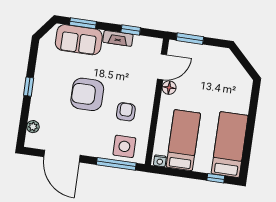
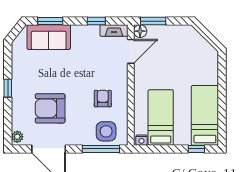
fireplace: (118, 38) -> (114, 31), moved
floor lamp: (169, 88) -> (140, 31), moved
armchair: (87, 94) -> (50, 108), moved
plant: (33, 127) -> (17, 137), moved

